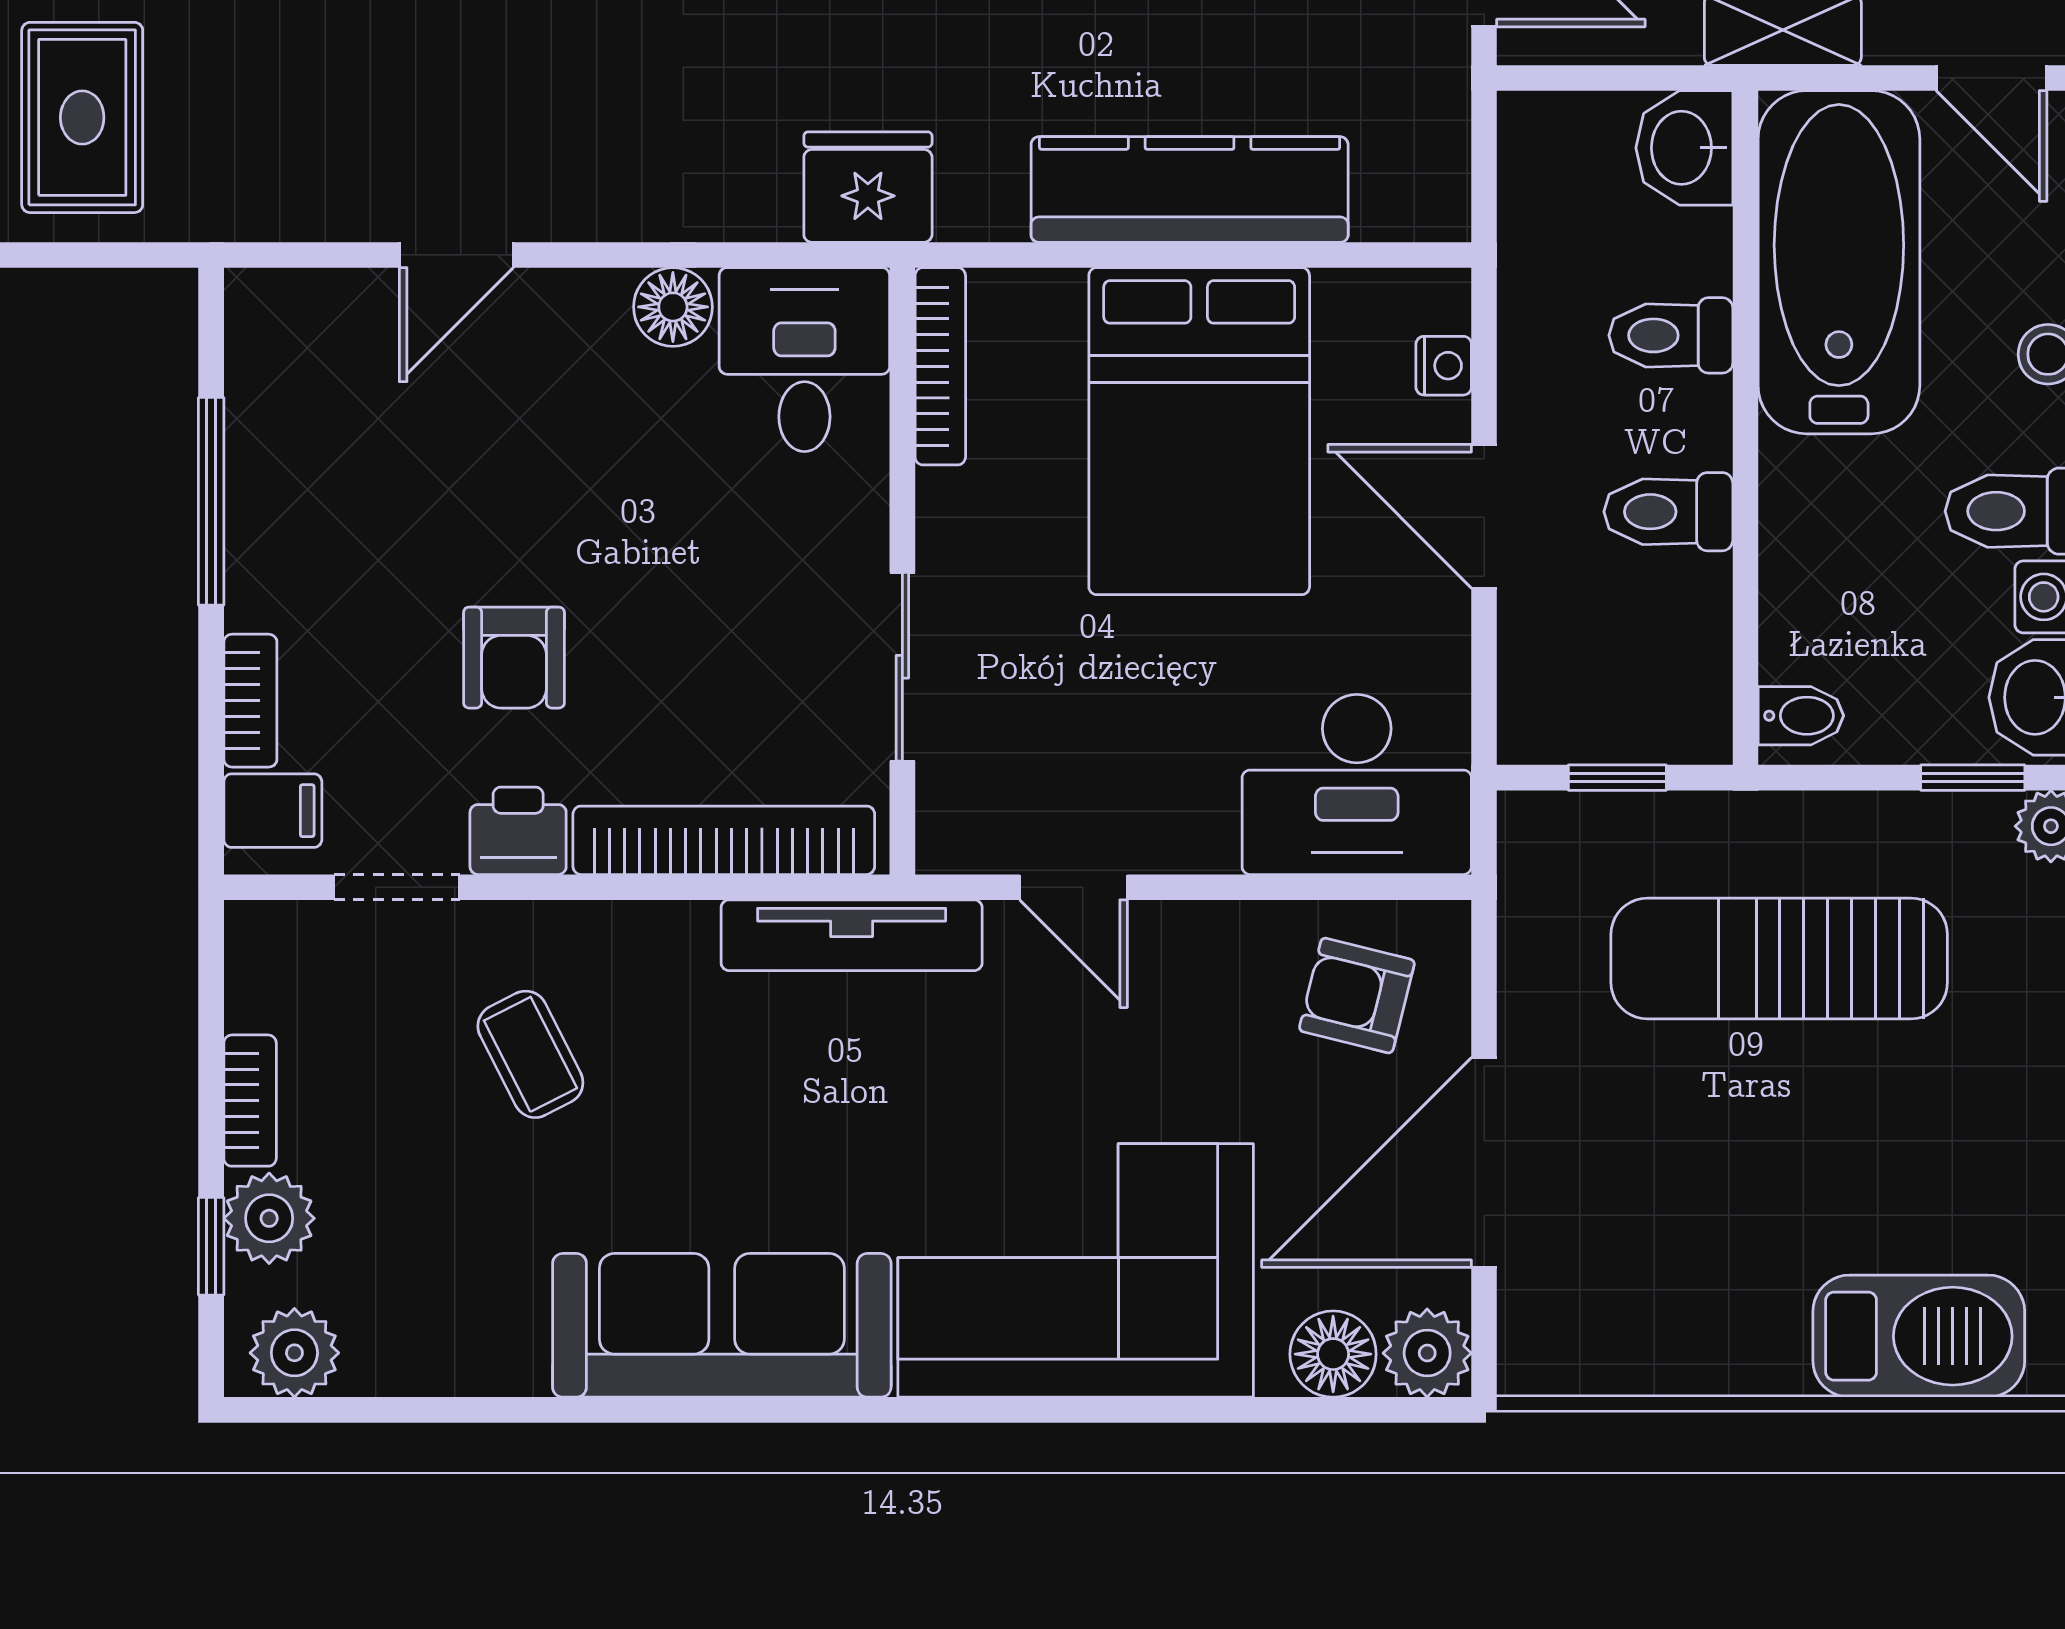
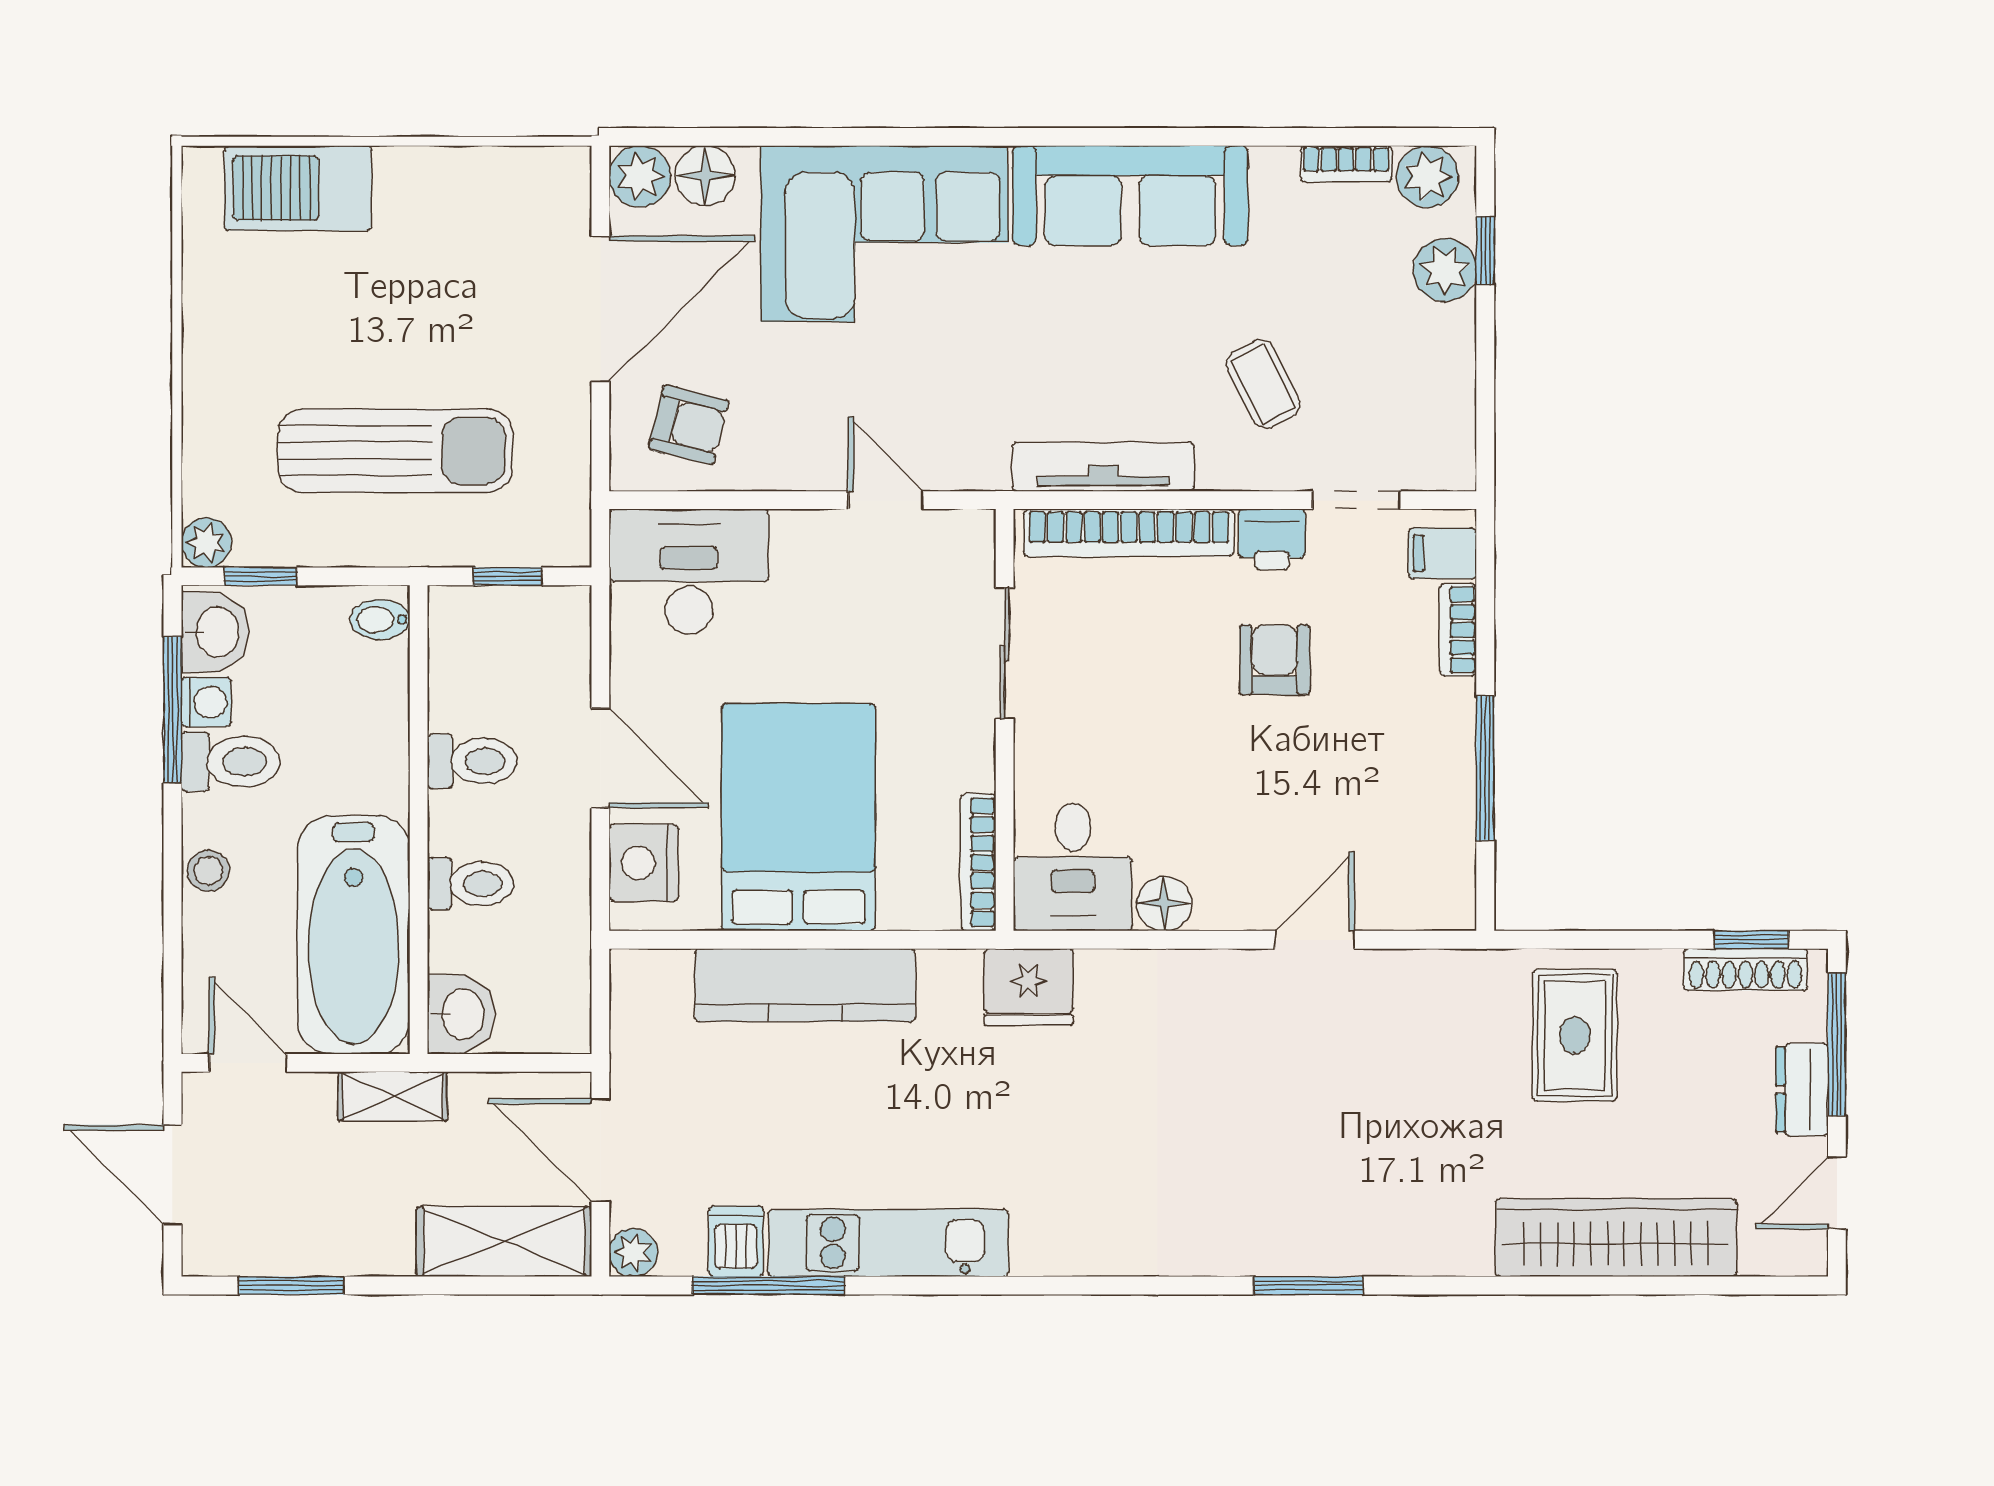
nightstand: (1444, 366) -> (644, 863), width x1.89, depth x1.79
tv unit: (852, 935) -> (1103, 467), moved
bookcase: (250, 1101) -> (1346, 164), moved, turned -90

